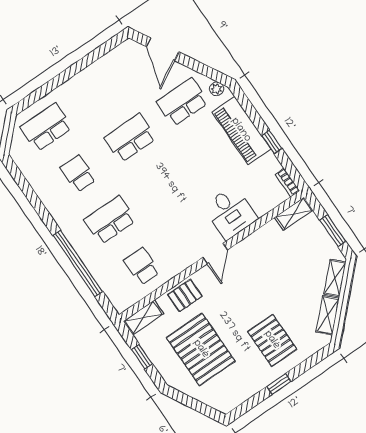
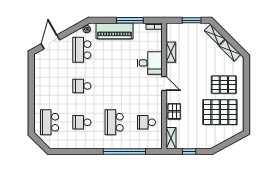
door: (163, 49) -> (50, 42), swing flipped
school desk: (130, 138) -> (82, 86), width x0.54
window: (272, 142) -> (130, 20), width x2.17
shelving: (294, 214) -> (171, 52), moved
pallet: (201, 349) -> (220, 112), moved
window: (279, 384) -> (247, 96), removed

